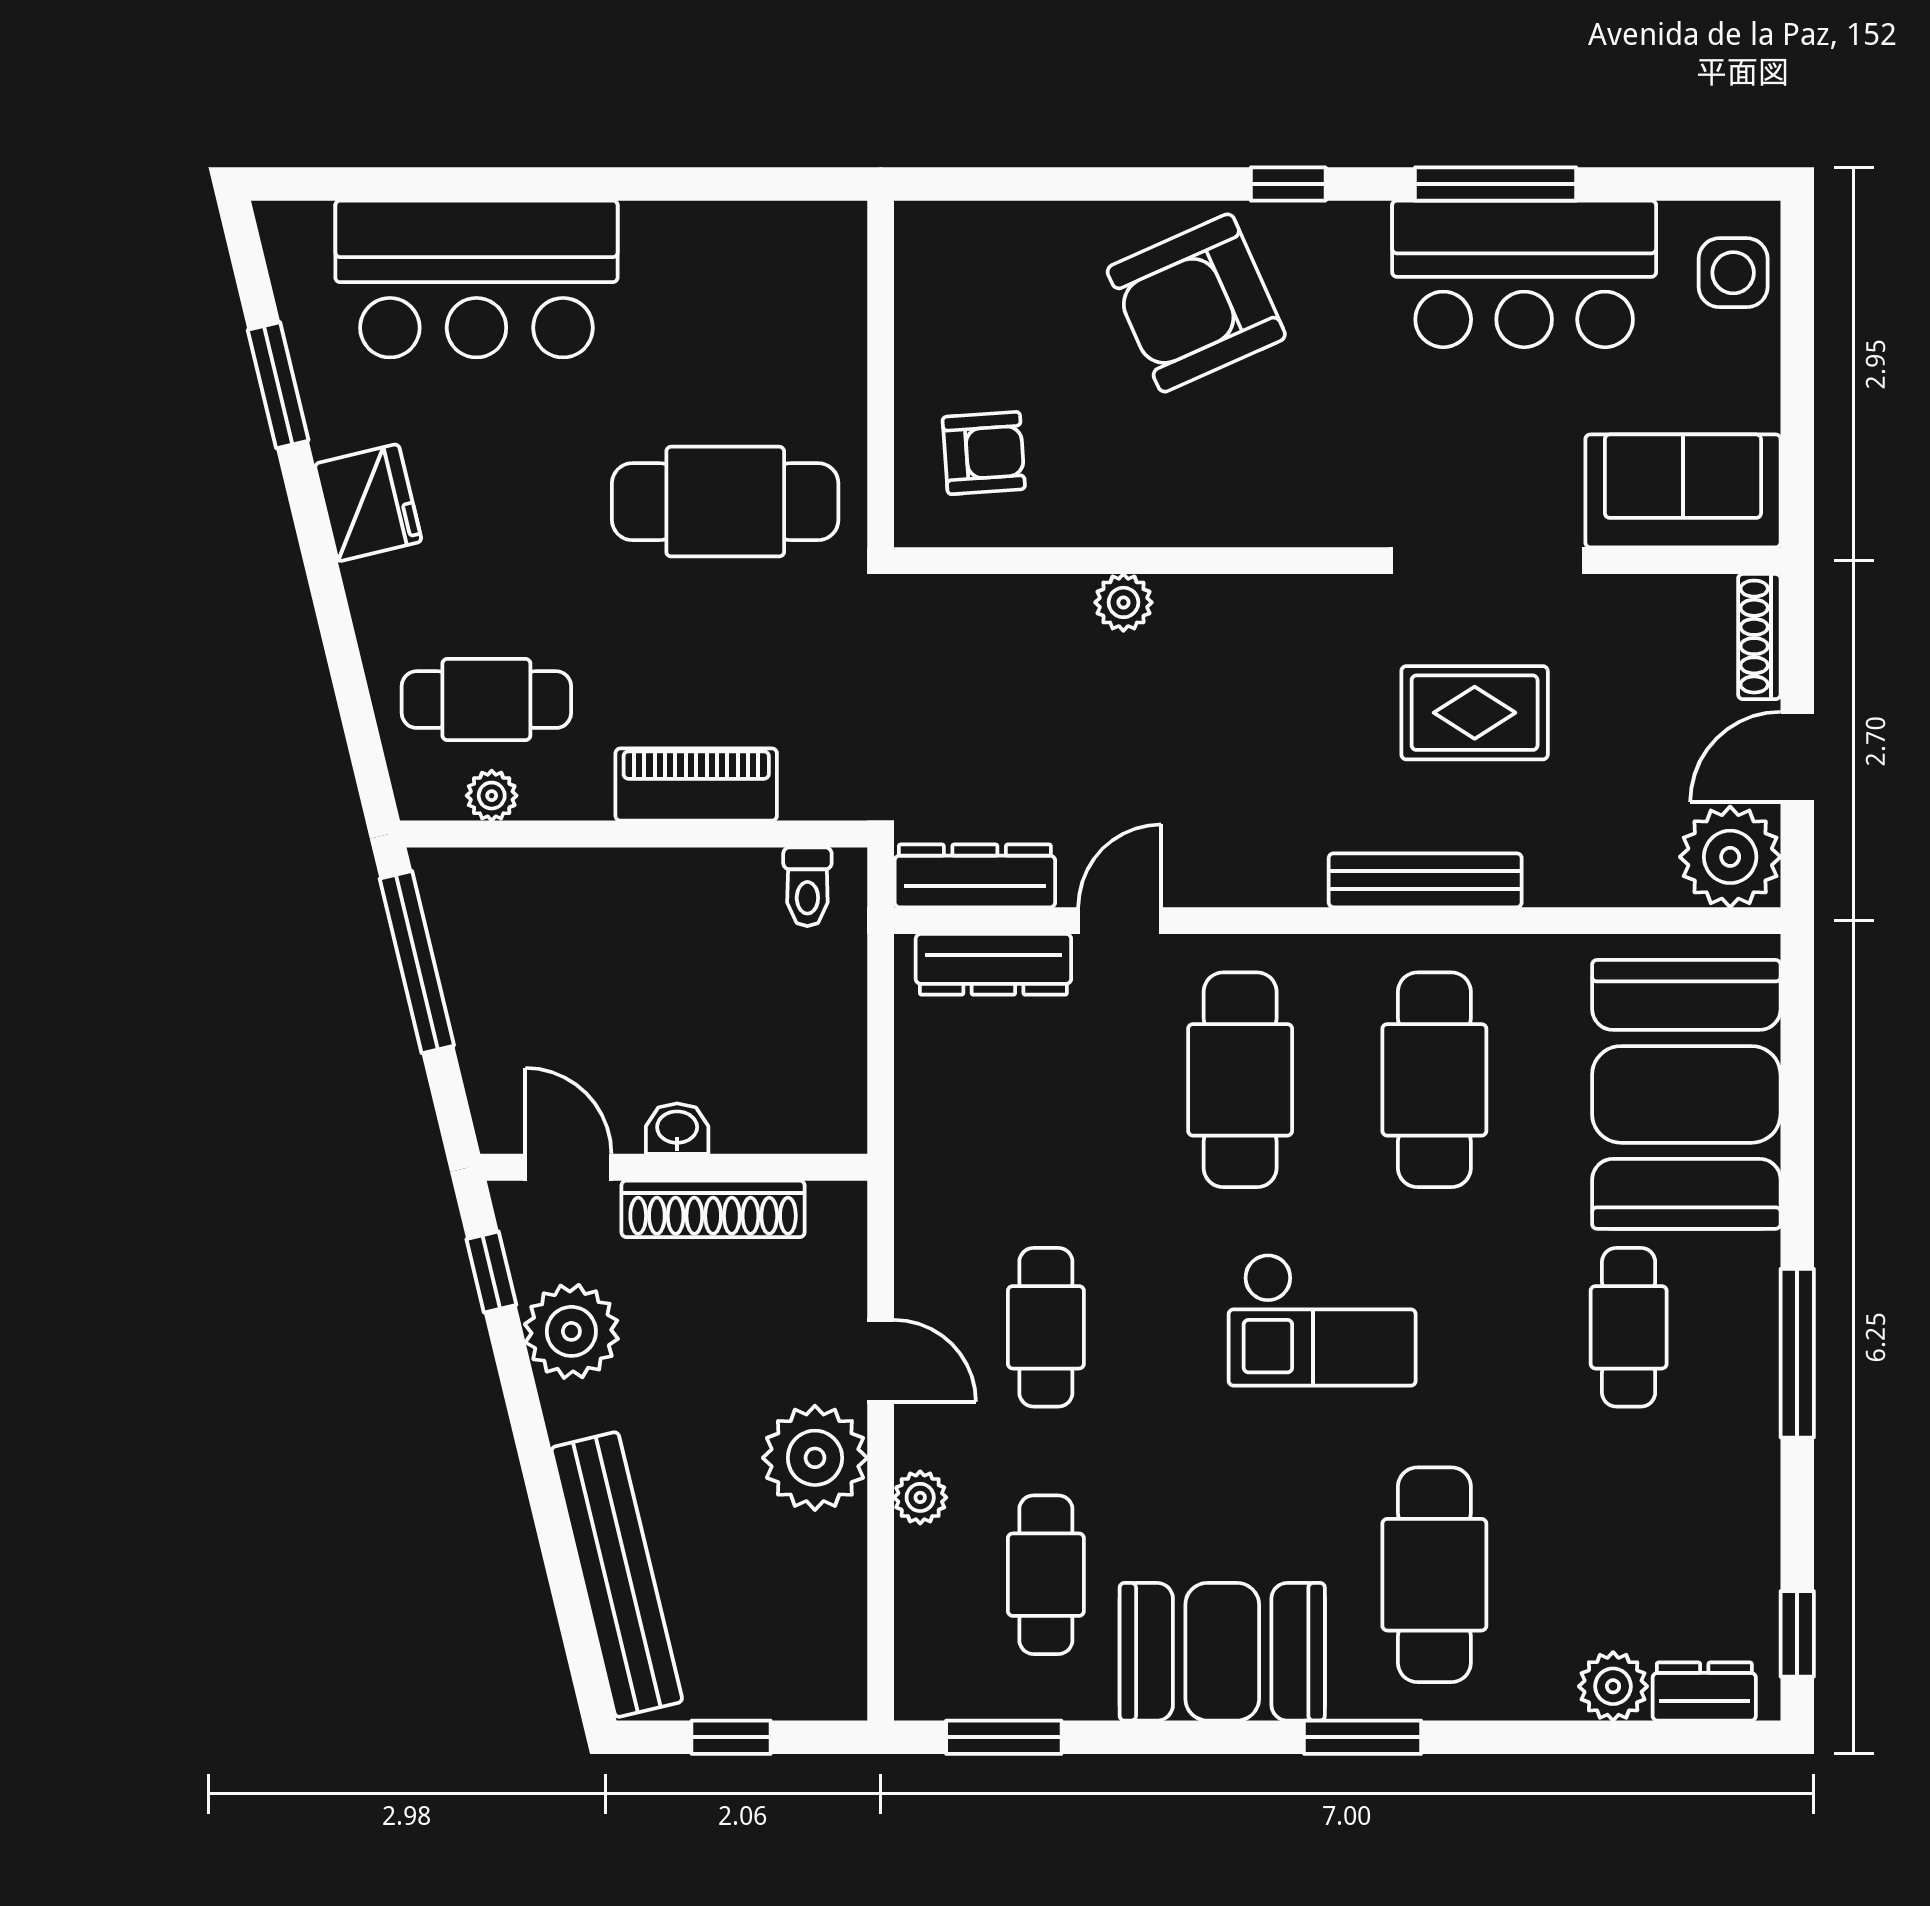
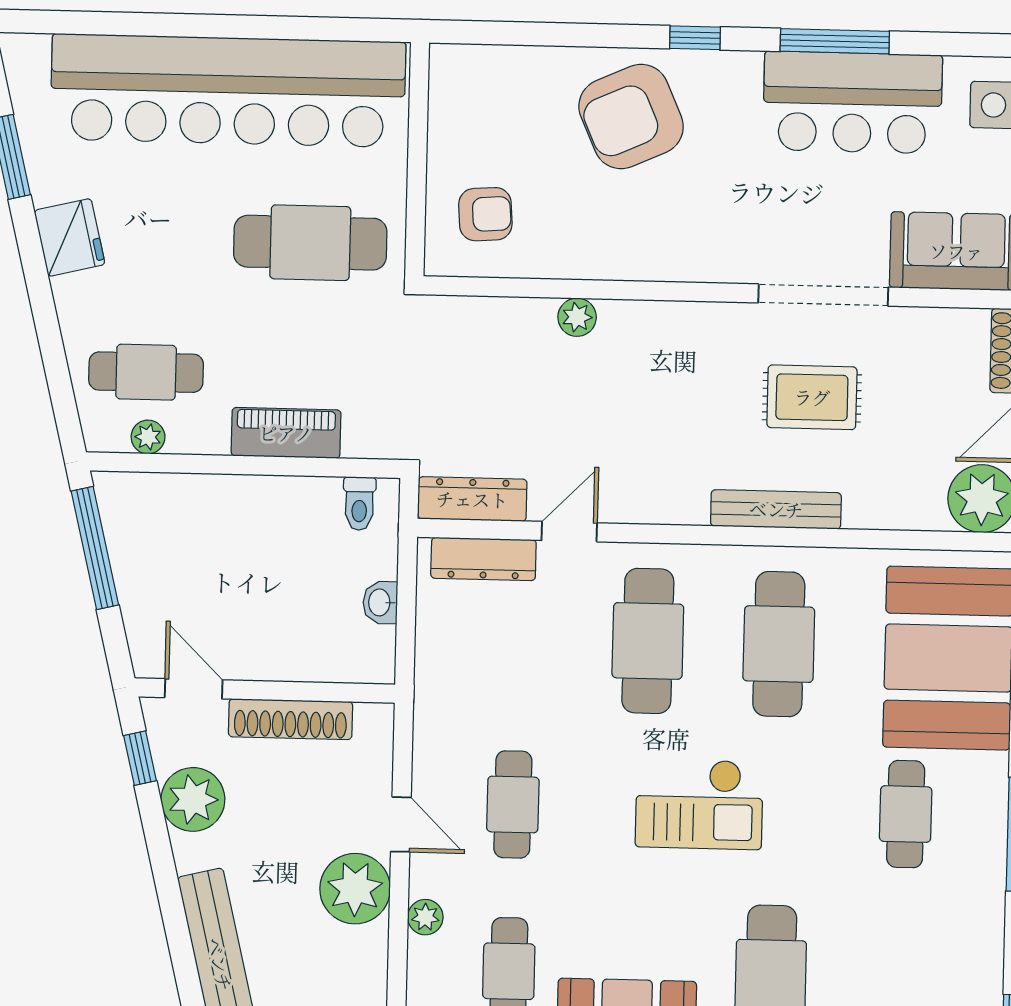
bar counter: (476, 279) -> (228, 91), width x1.86
washbasin: (677, 1129) -> (380, 602), moved, turned -90

